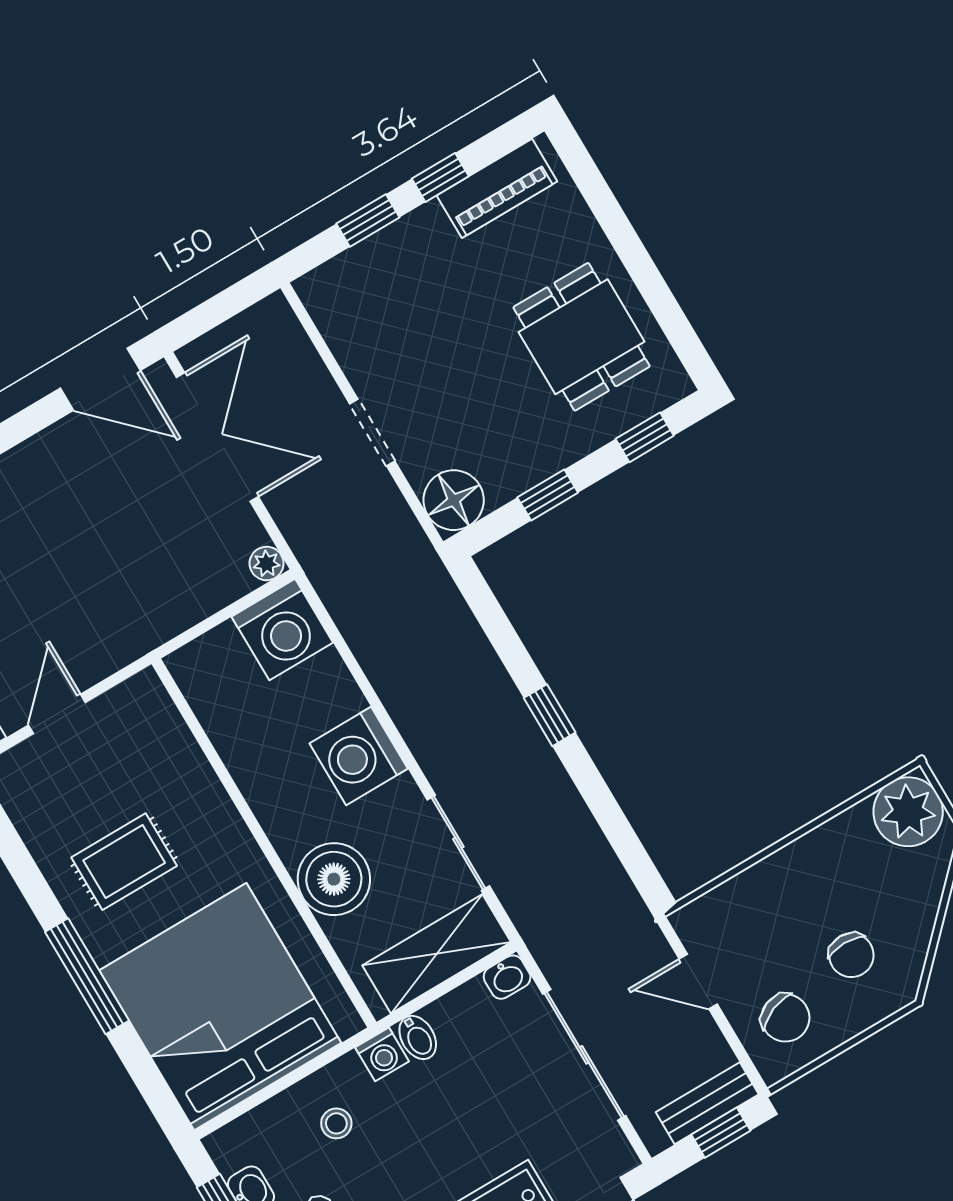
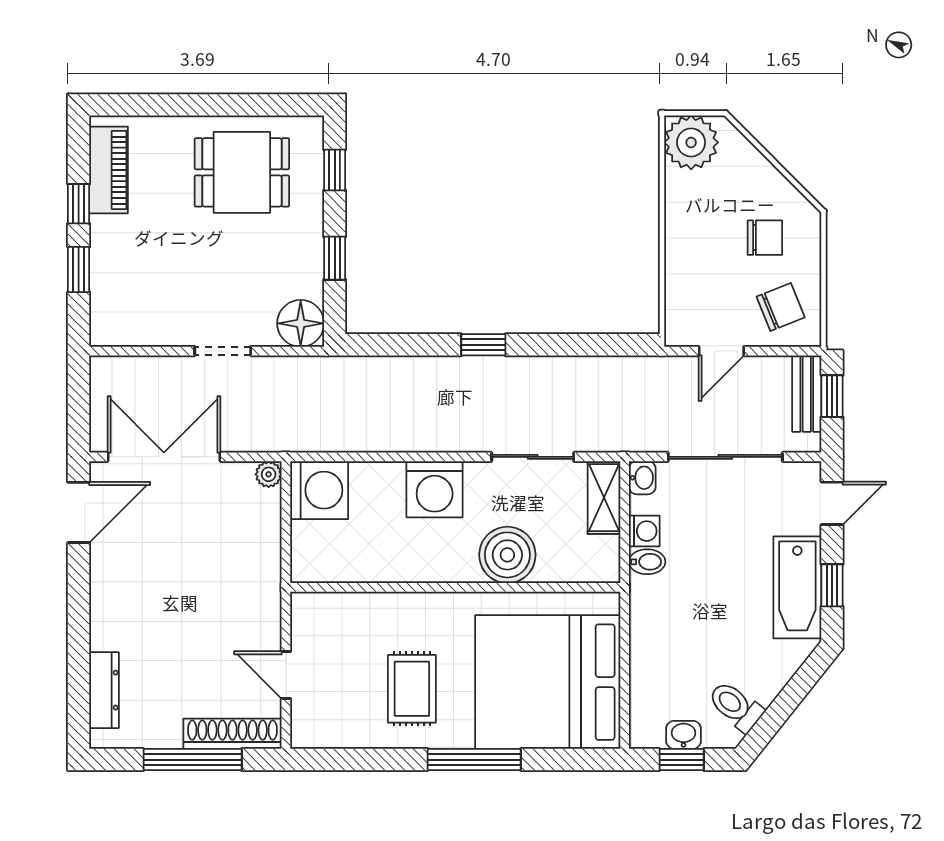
shelving: (437, 954) -> (604, 498), width x0.67, depth x0.75
washing machine: (382, 1054) -> (644, 531), moved
stool: (336, 1123) -> (672, 651), removed

